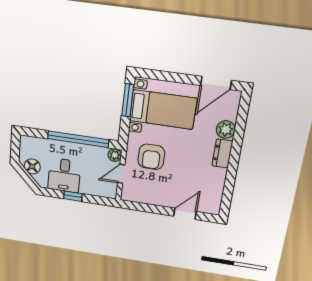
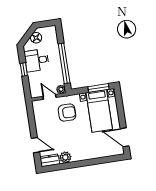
plant: (226, 130) -> (65, 157), moved
dresser: (222, 153) -> (50, 160), moved
armchair: (151, 157) -> (67, 113), turned 180

